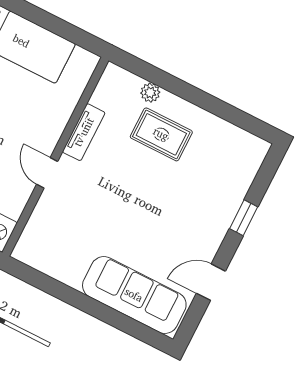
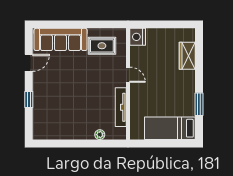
tv unit: (84, 132) -> (121, 107), width x1.41
rug: (161, 134) -> (102, 46), moved

